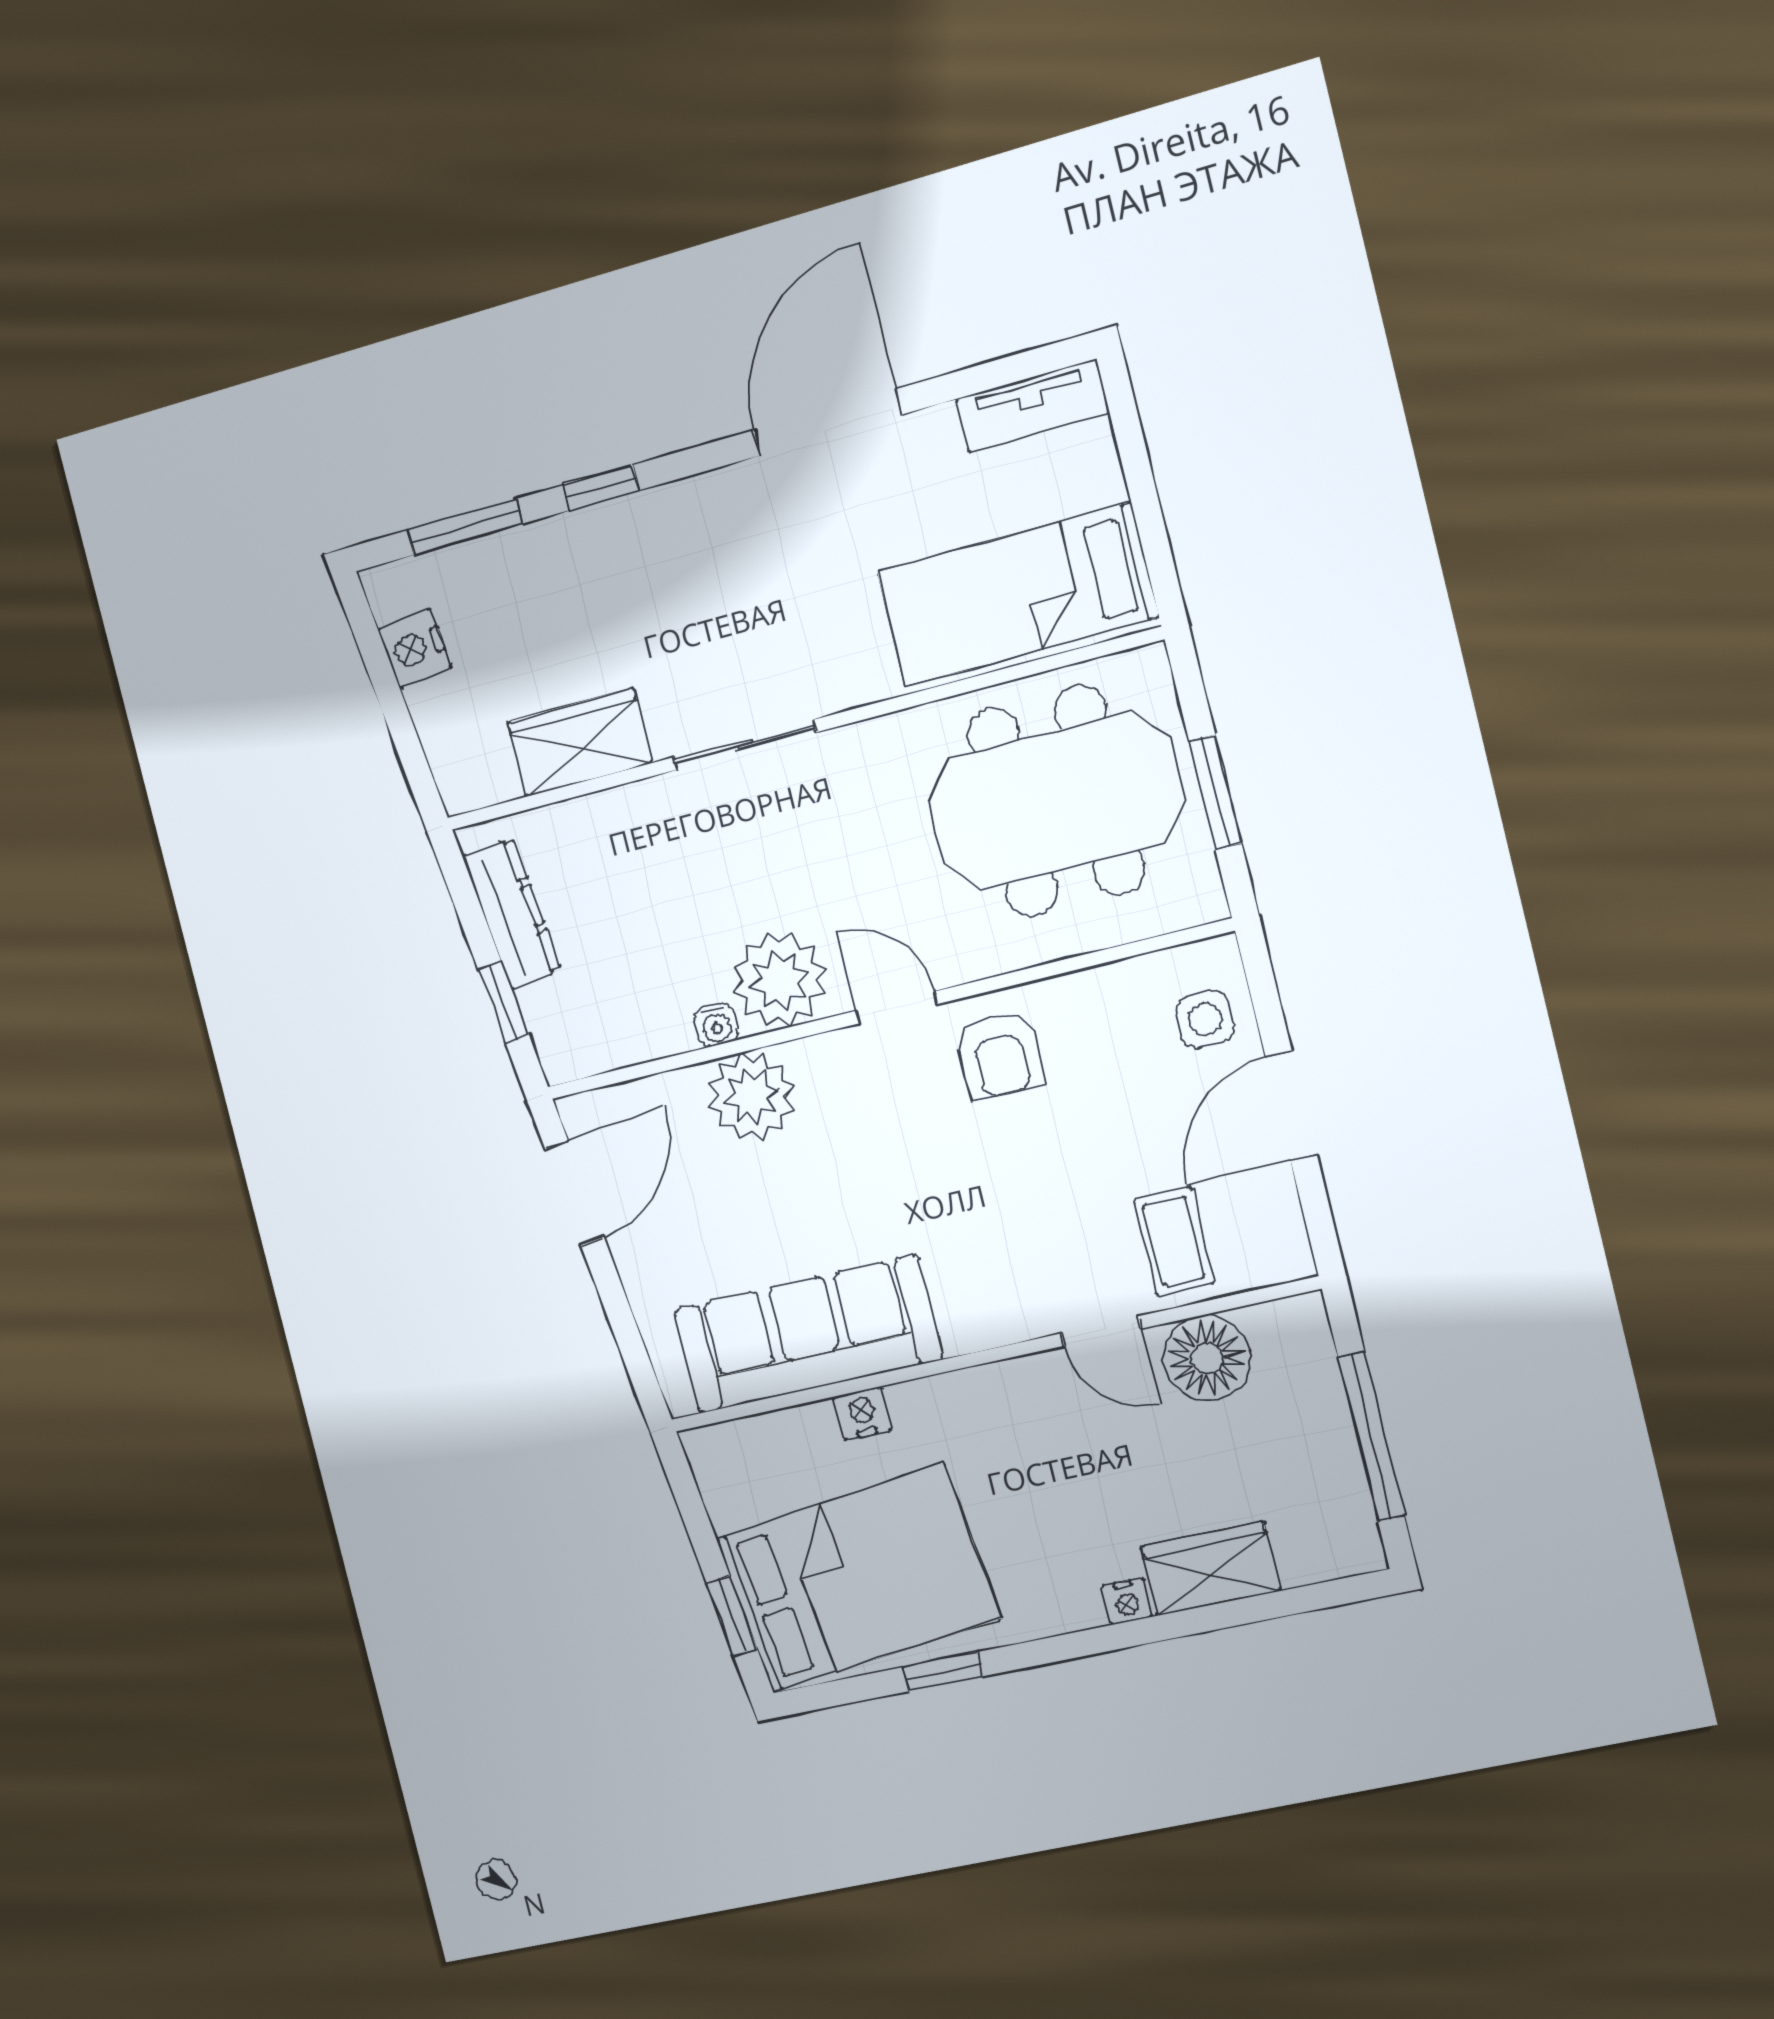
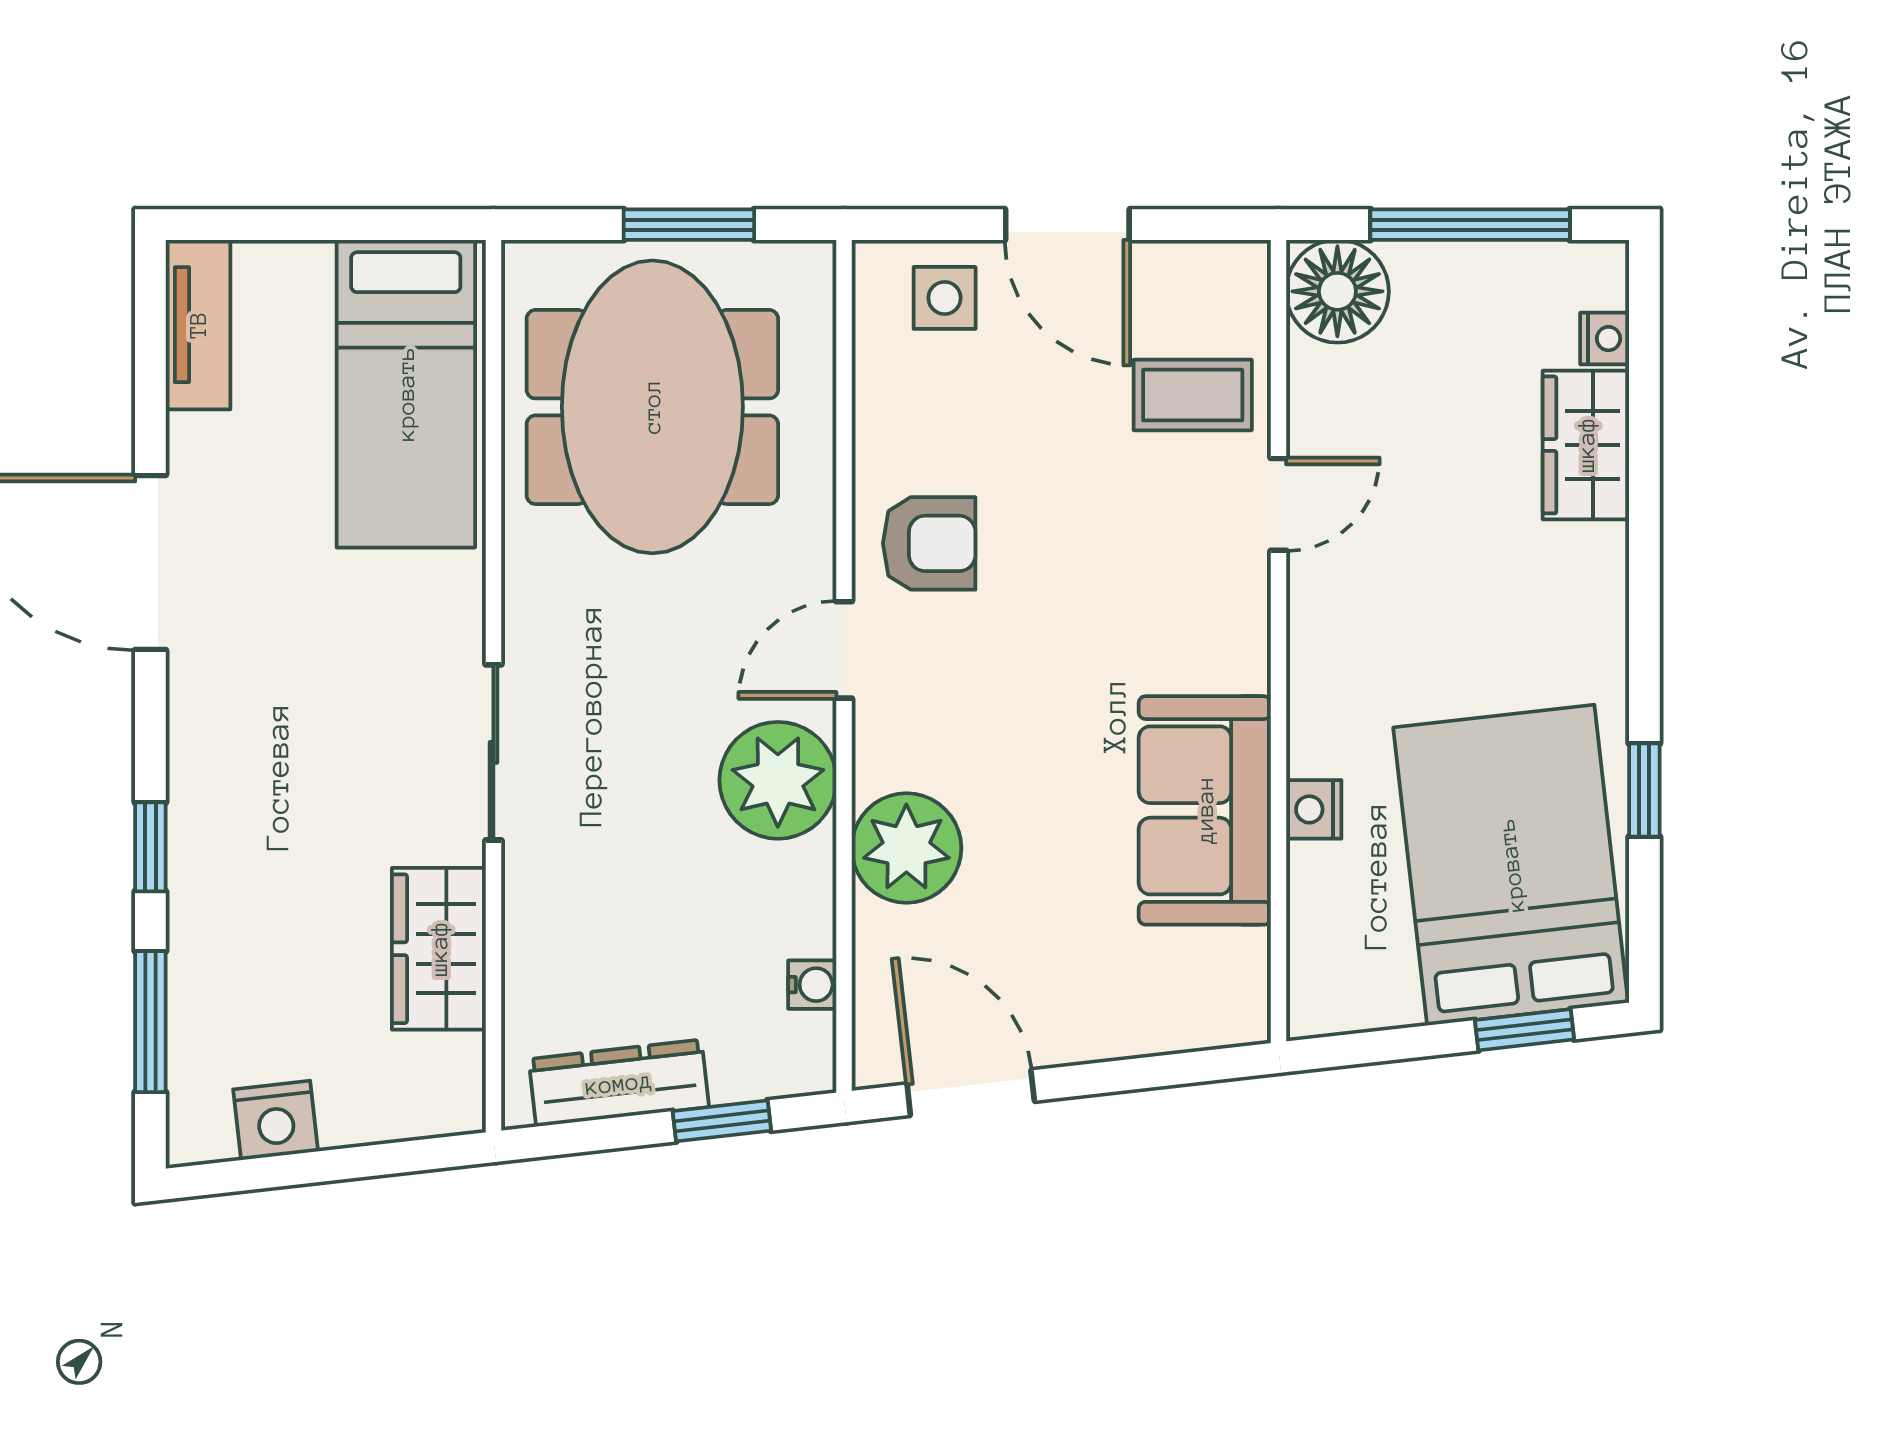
water cooler: (716, 1025) -> (812, 985), moved
sofa: (808, 1334) -> (1205, 810), width x0.73
floor lamp: (1207, 1358) -> (1337, 291), moved
nightstand: (1127, 1601) -> (1605, 339), moved

